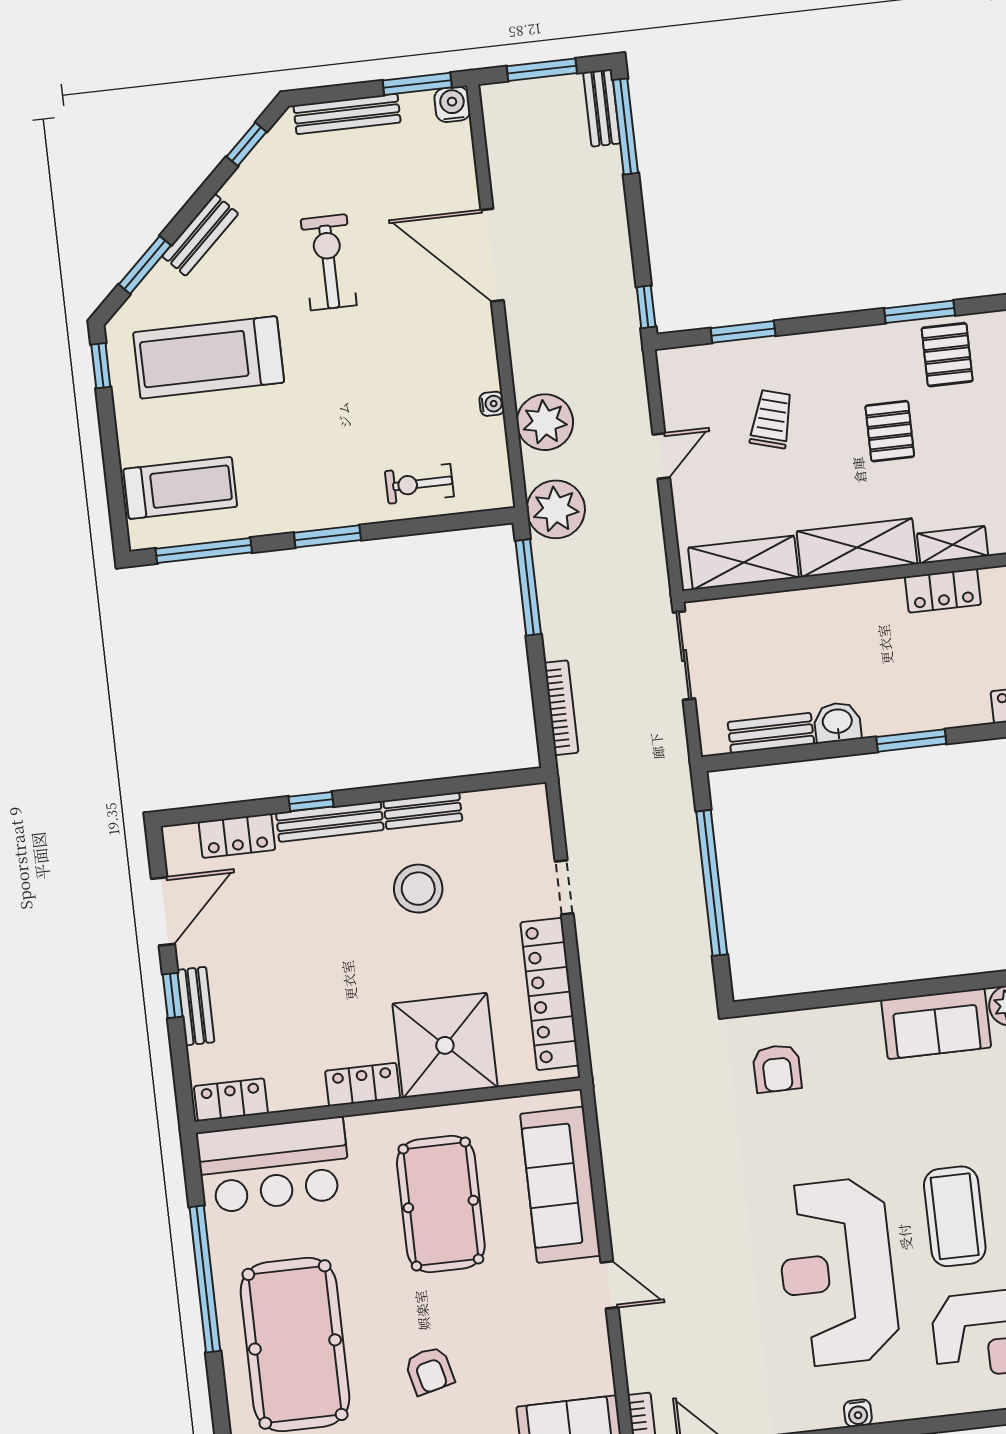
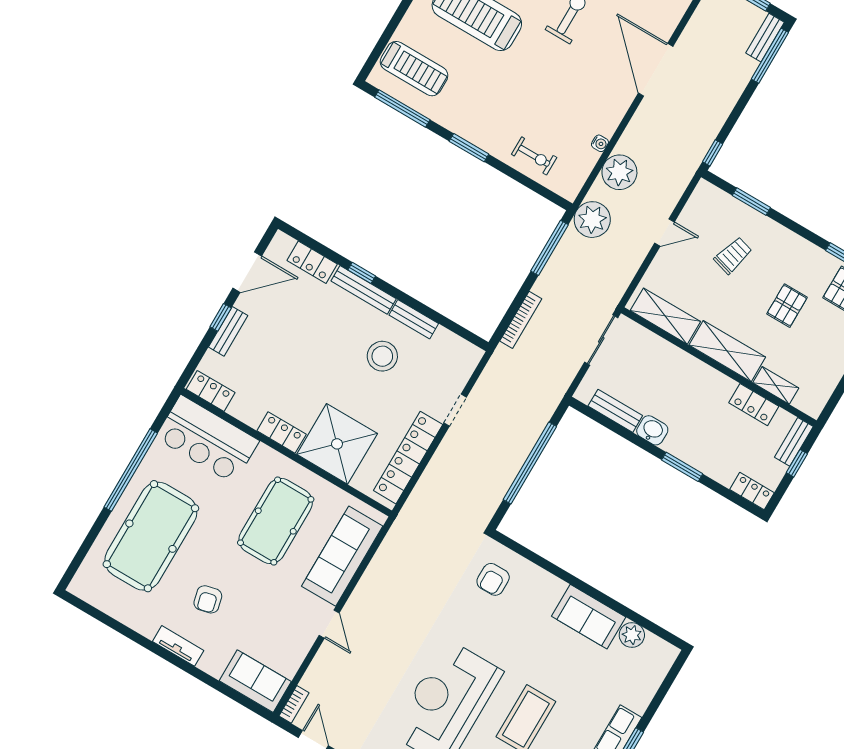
exercise bike: (419, 484) -> (534, 156), turned 180

